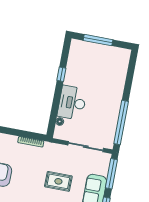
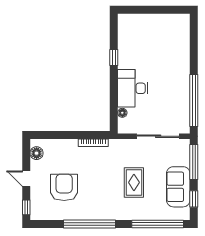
window: (98, 40) -> (149, 10), removed
rug: (58, 181) -> (134, 182), turned 90

